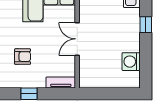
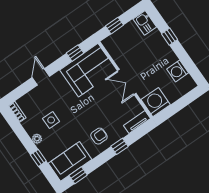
armchair: (23, 57) -> (99, 136), moved
washing machine: (91, 76) -> (156, 102), added

